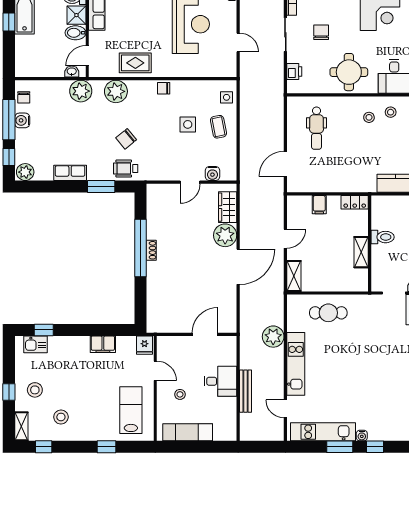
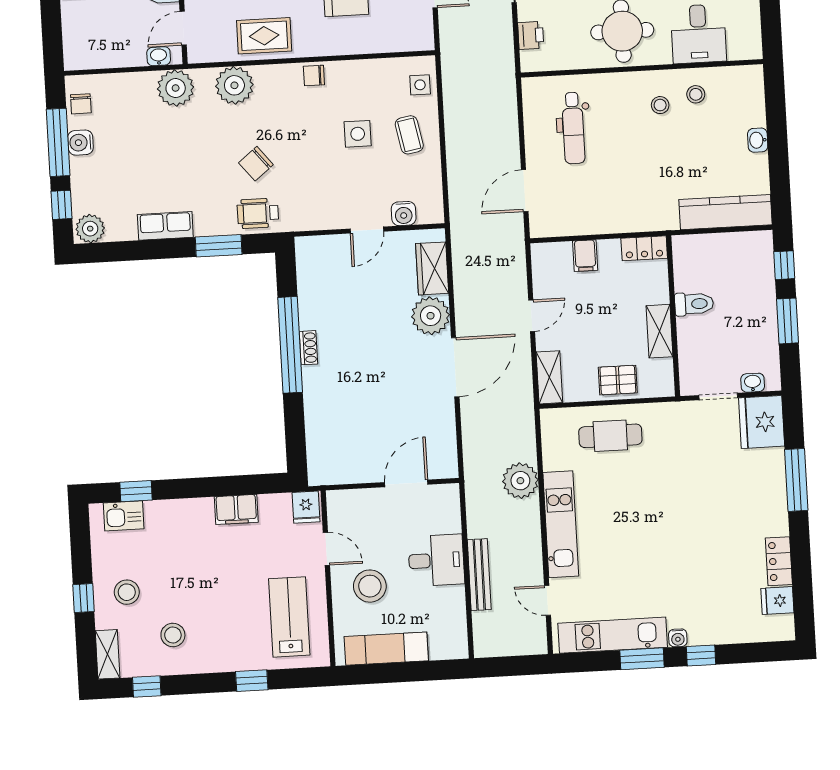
pallet: (335, 280) -> (618, 380), added
stool: (180, 394) -> (370, 586), width x1.89, depth x1.89

